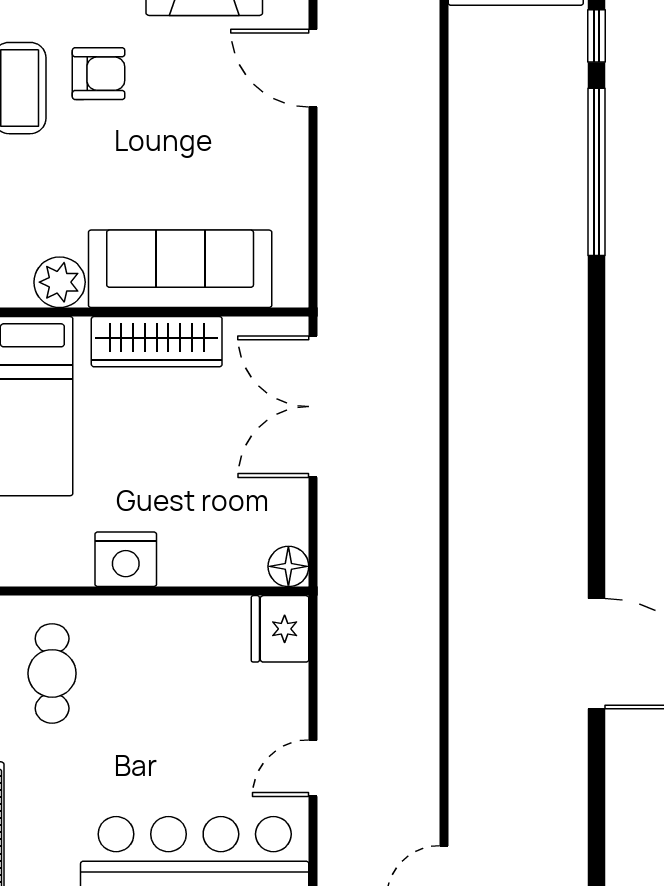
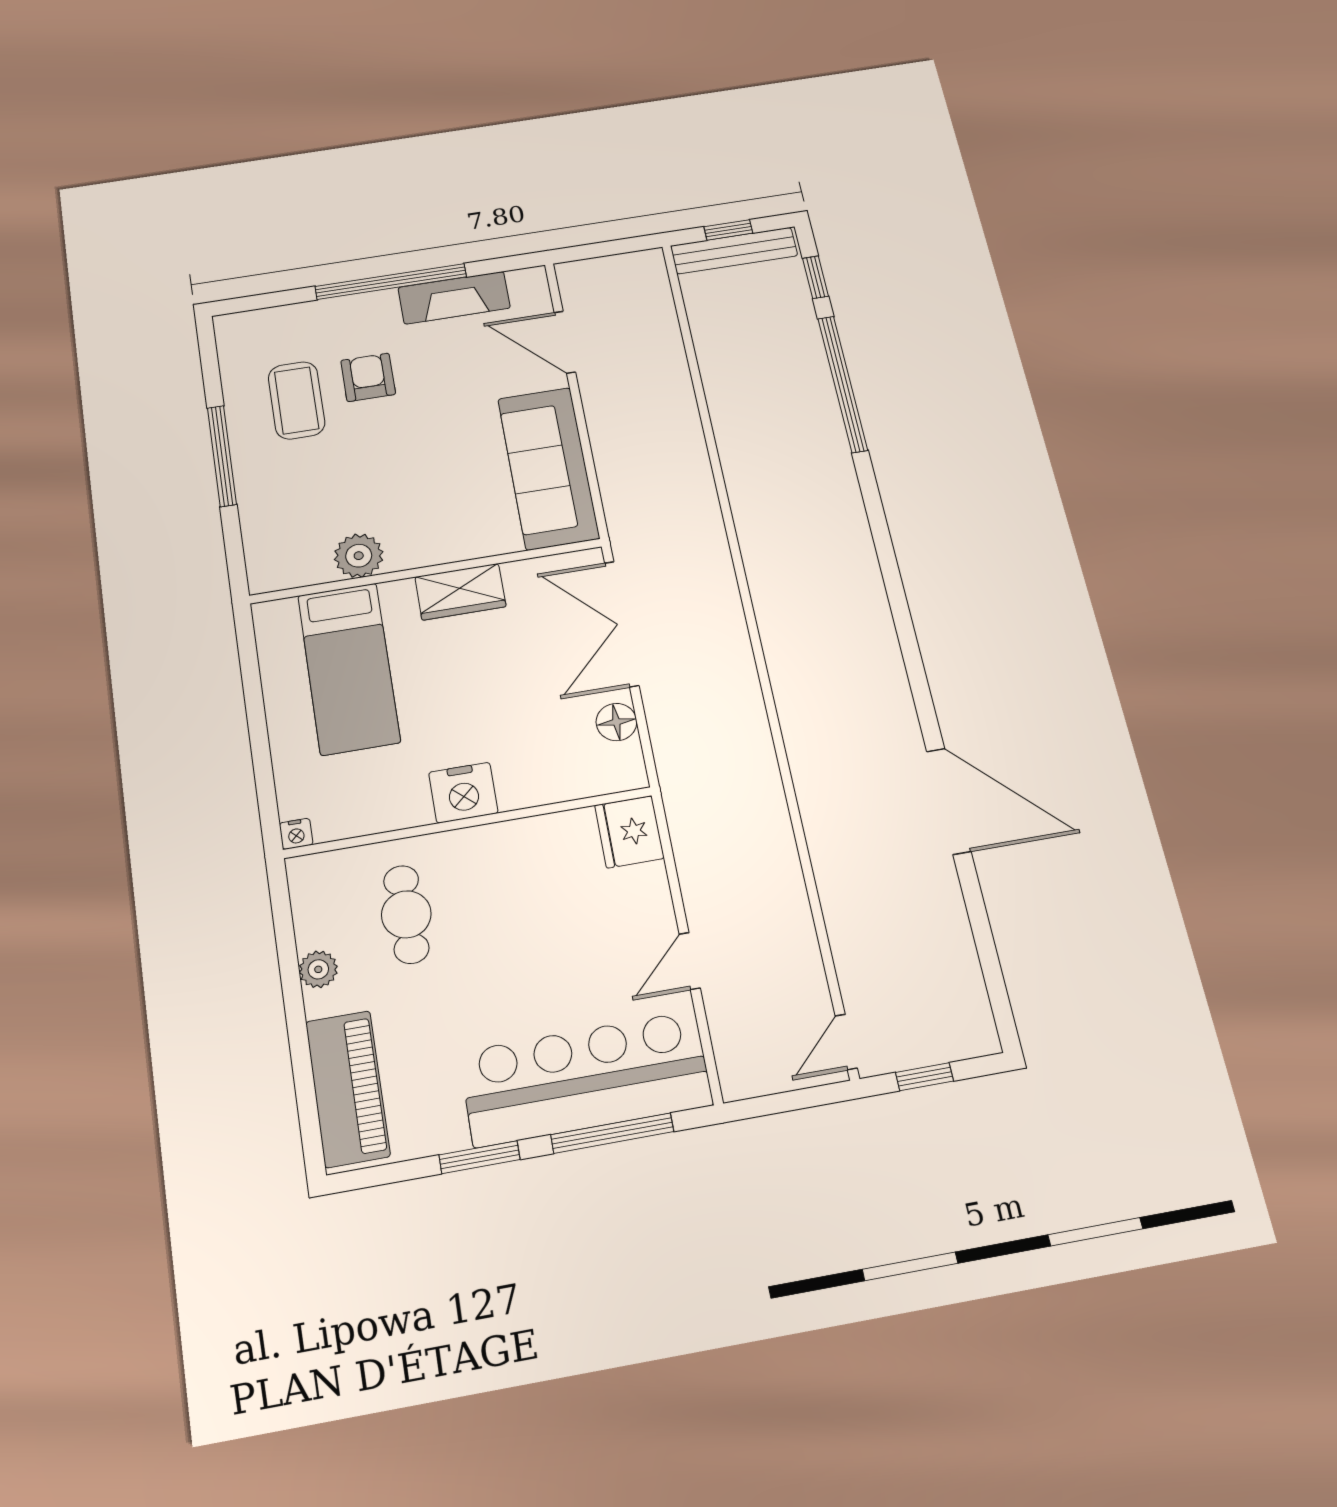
armchair: (99, 74) -> (368, 377), turned -90
sofa: (180, 269) -> (548, 468), moved, turned -90
wardrobe: (157, 342) -> (460, 592), width x0.67
floor lamp: (288, 566) -> (616, 722), moved

